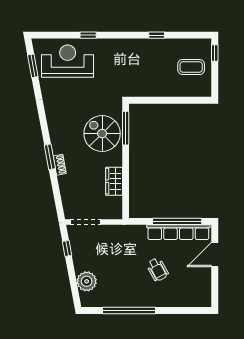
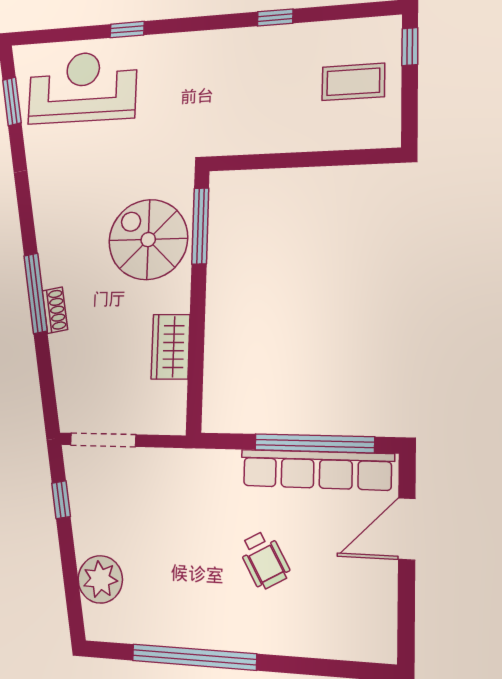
window: (50, 157) -> (36, 293), width x1.44

